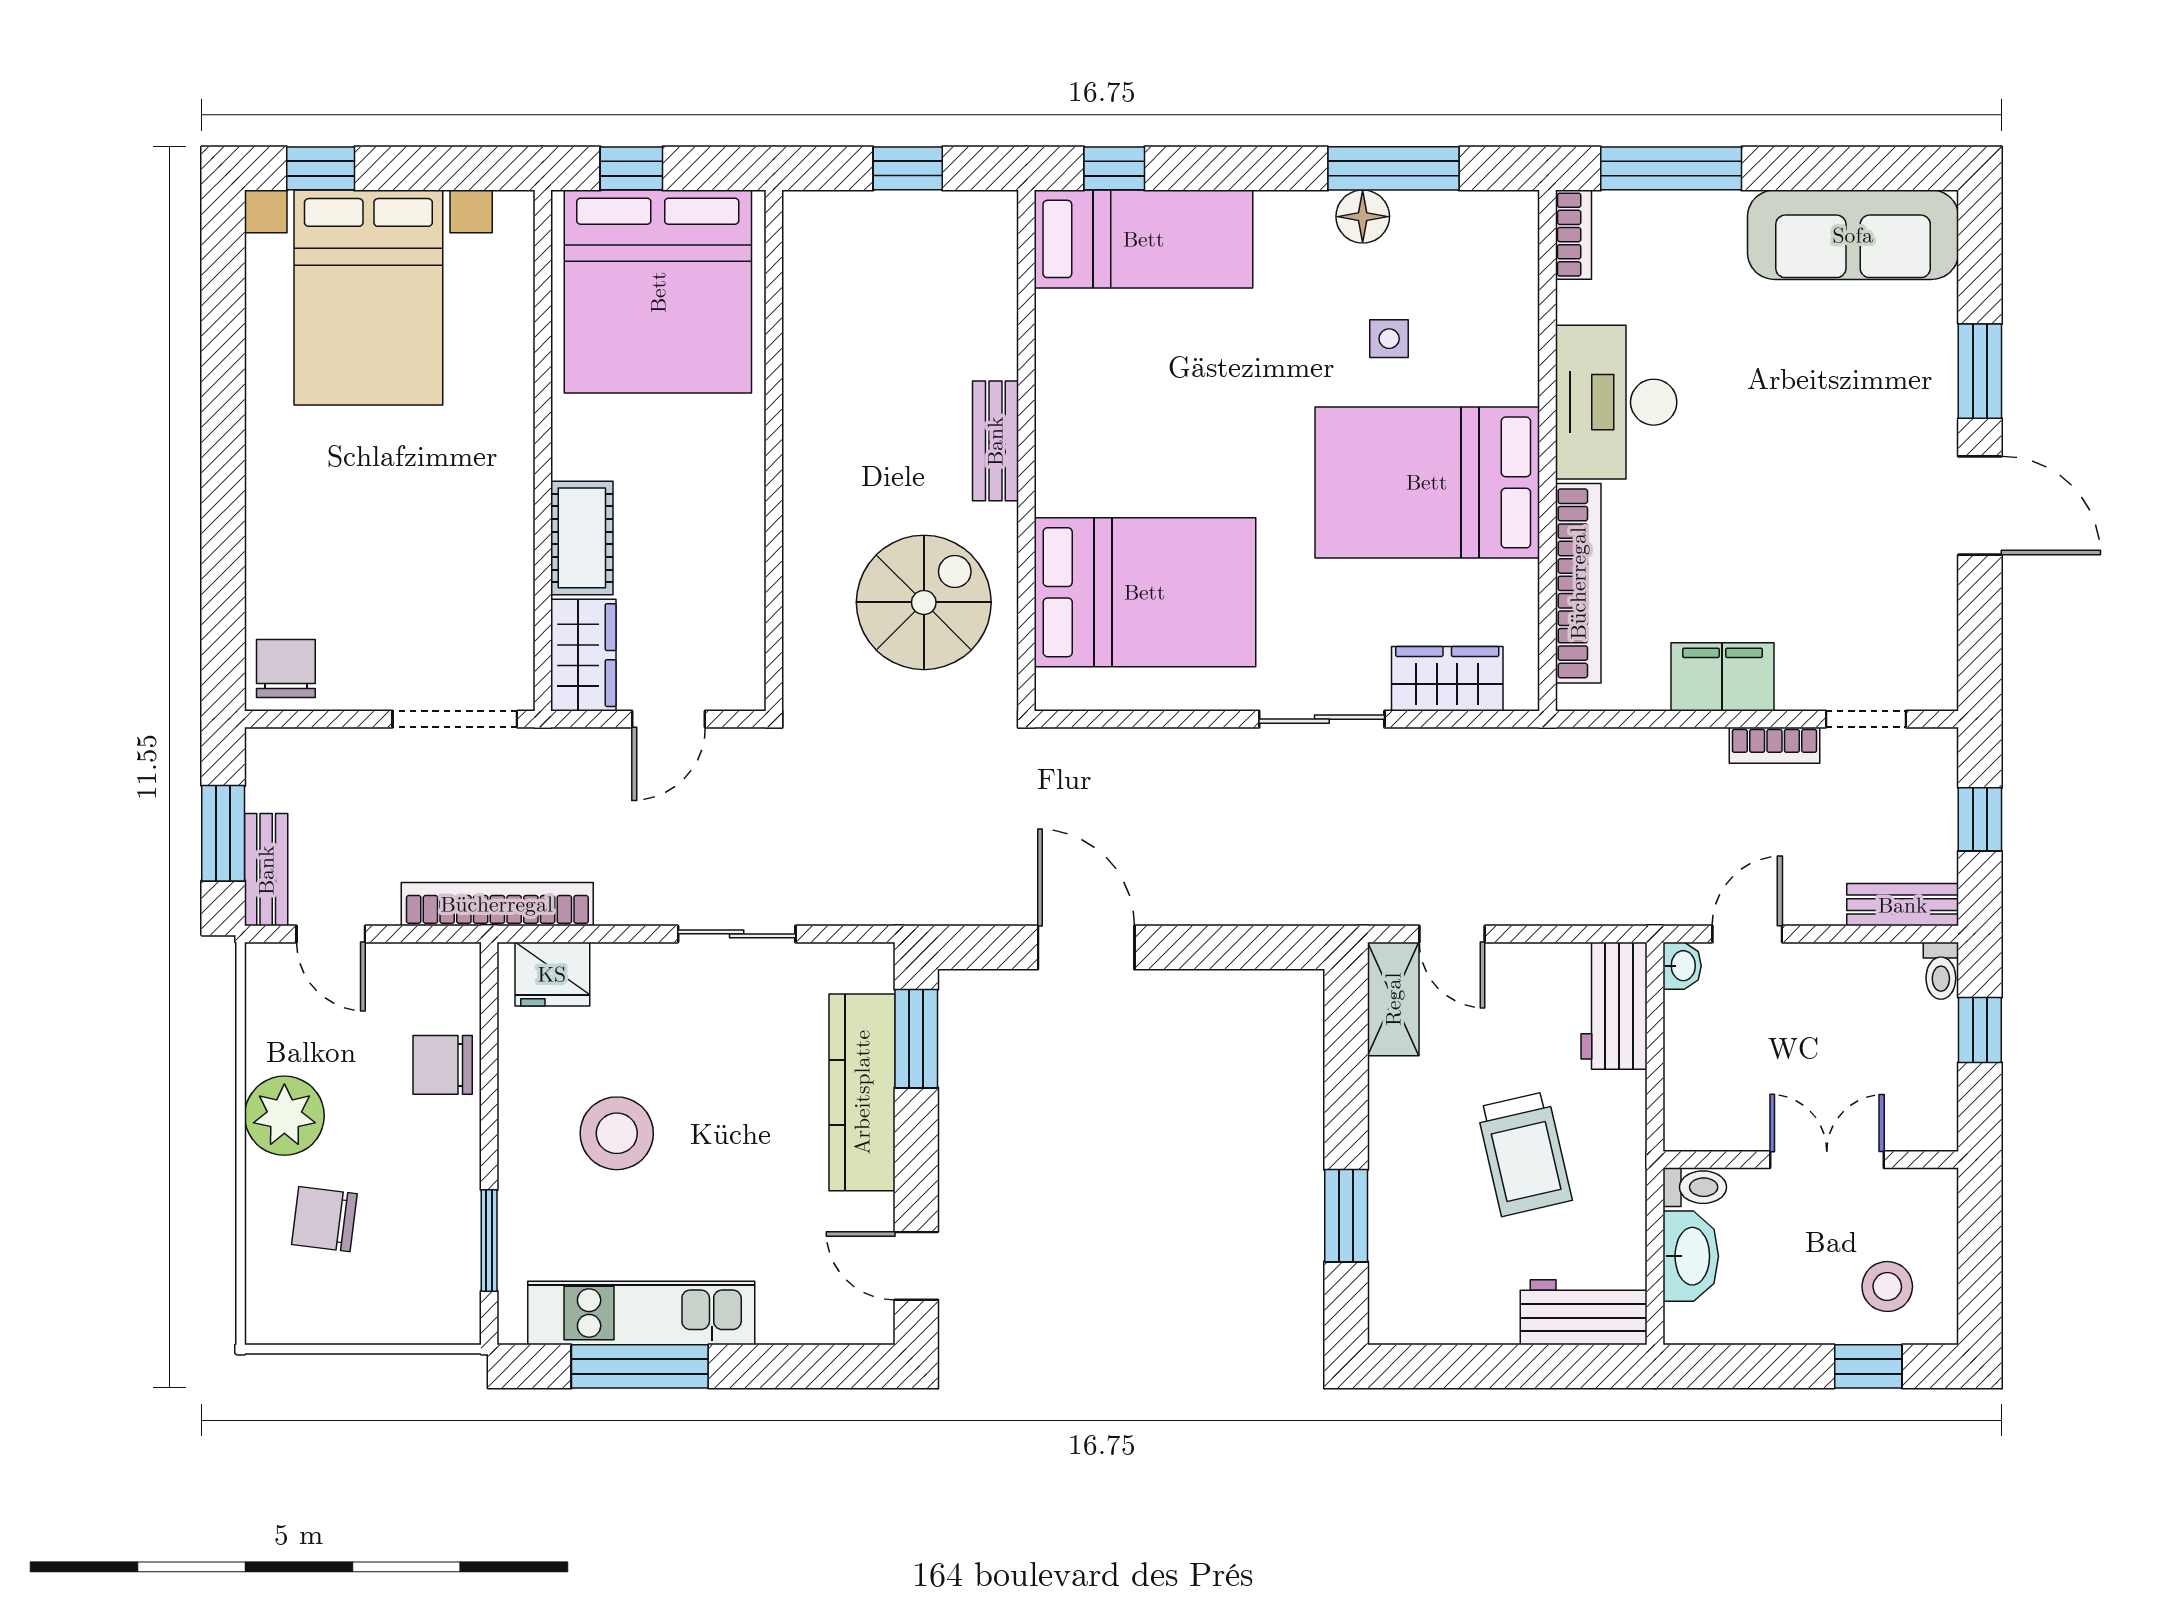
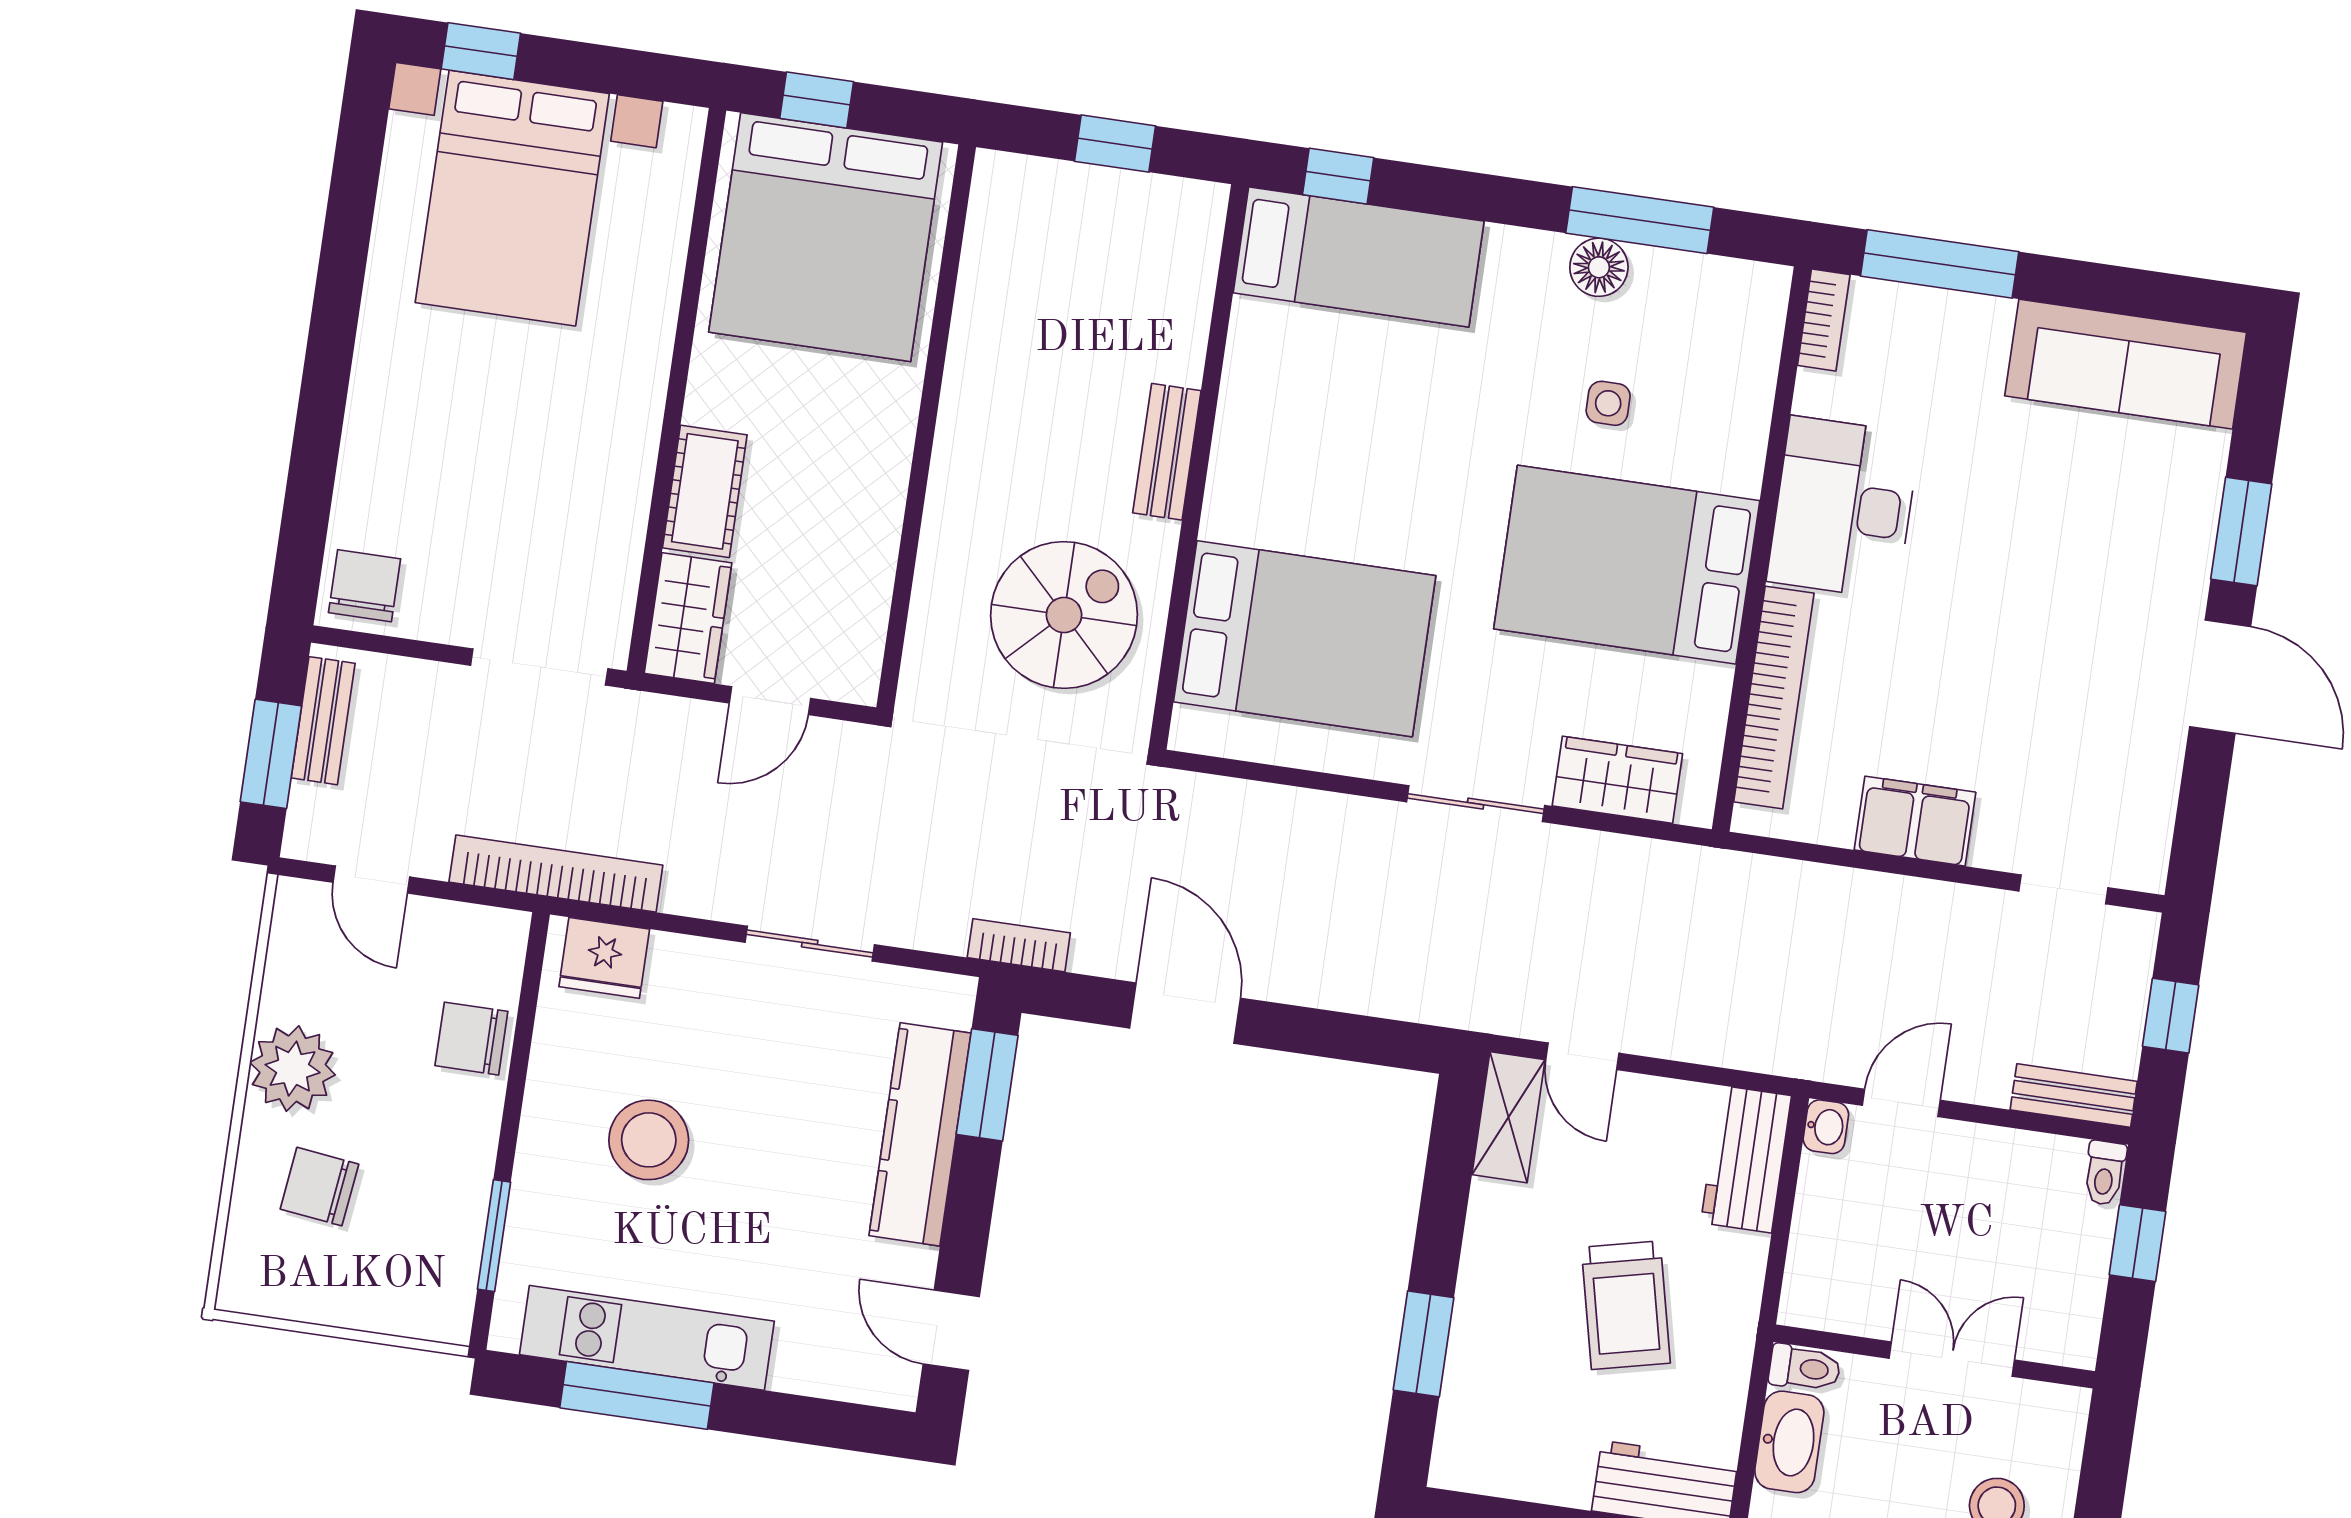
bookcase: (1774, 745) -> (1019, 945), moved, turned 180
bench: (266, 870) -> (323, 721), moved

